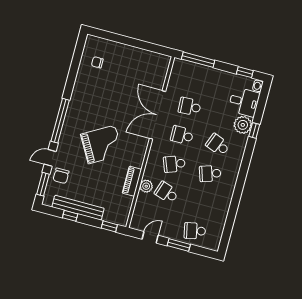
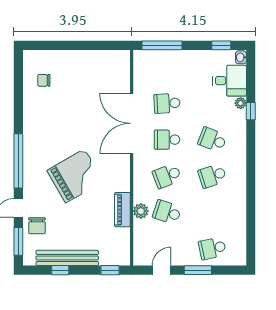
plant: (243, 125) -> (241, 103), width x0.53, depth x0.53

